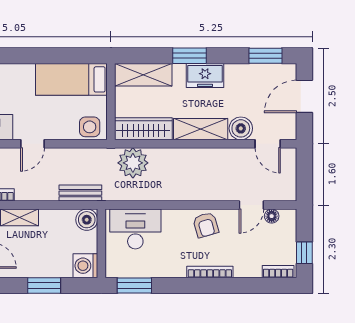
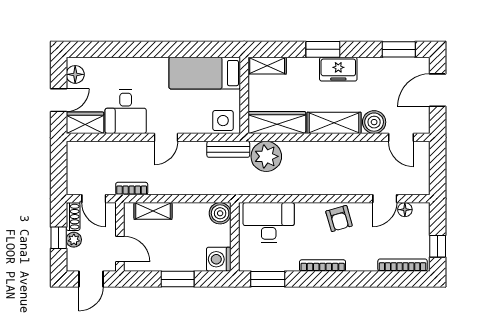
shelving: (143, 75) -> (267, 66), width x0.67, depth x0.75
bench: (80, 193) -> (228, 149), moved
bookcase: (210, 272) -> (323, 266), moved
bookcase: (278, 272) -> (403, 265), width x1.56

